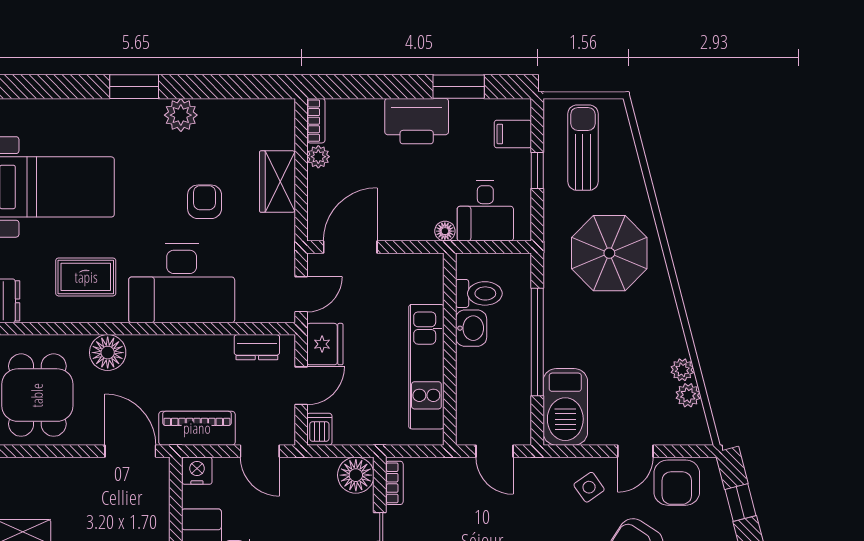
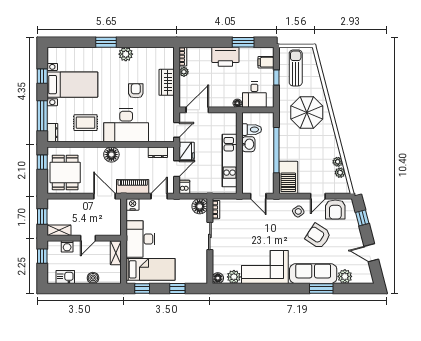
floor lamp: (108, 353) -> (111, 155), moved
door: (260, 451) -> (159, 196), swing flipped

